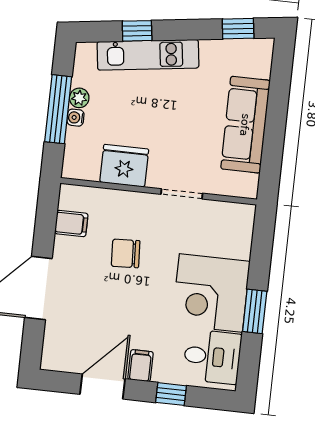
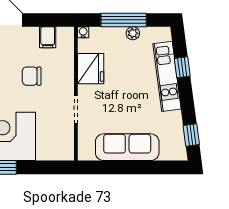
water cooler: (75, 118) -> (83, 32), moved
chair: (126, 253) -> (32, 76), turned -87

